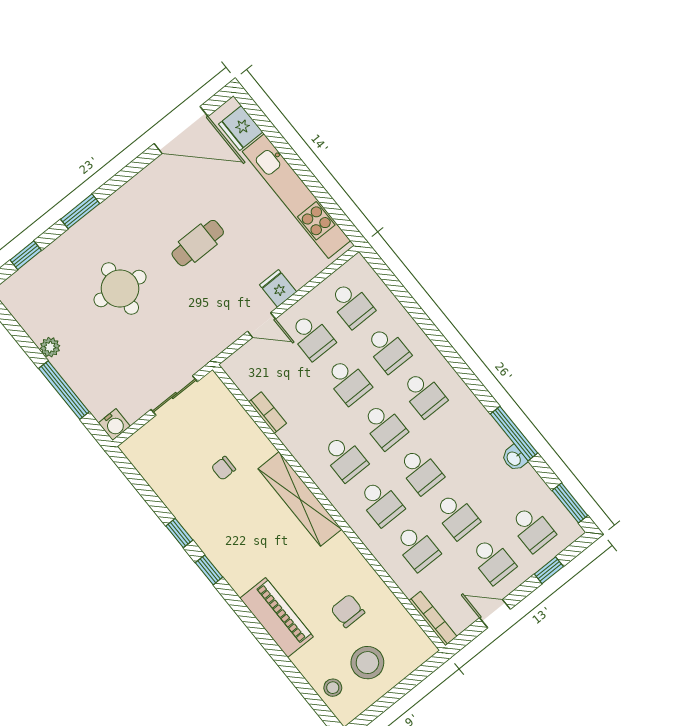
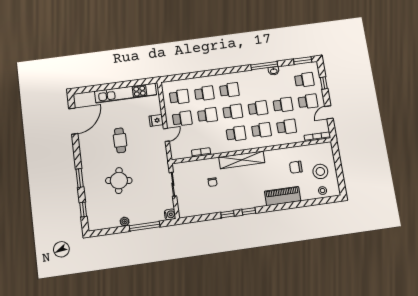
fridge: (241, 128) -> (87, 98), removed

